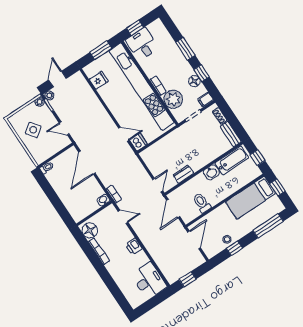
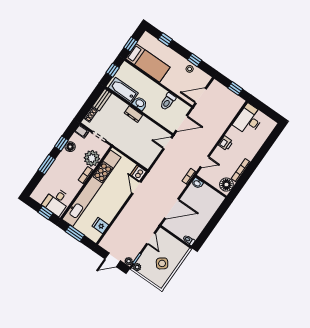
dresser: (183, 174) -> (133, 114), moved
door: (123, 217) -> (205, 162), swing flipped
window: (268, 226) -> (165, 40), width x0.46

